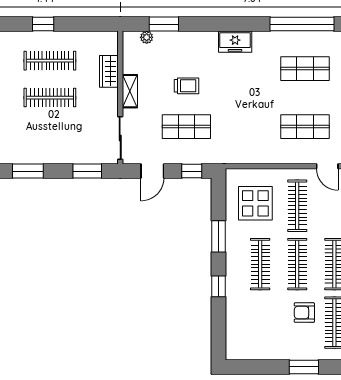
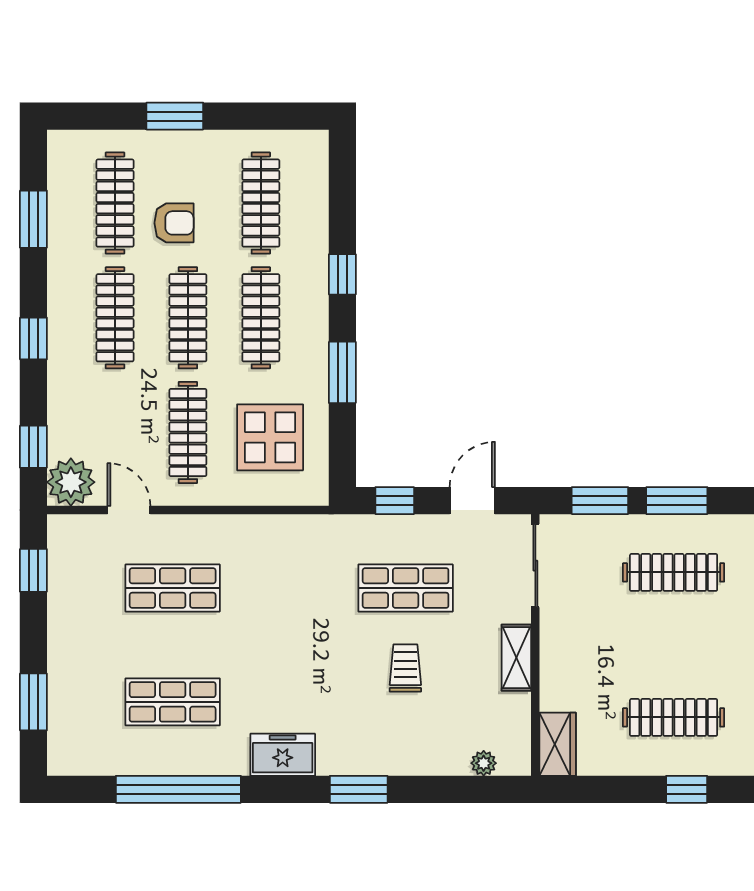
window: (164, 24) -> (359, 789), moved
freezer: (235, 42) -> (283, 755), moved
wardrobe: (109, 71) -> (558, 744), moved
trolley: (186, 86) -> (405, 668), turned 90
clothes rail: (50, 98) -> (674, 572), moved
window: (28, 171) -> (677, 501), moved
clothes rail: (260, 323) -> (261, 203), added

